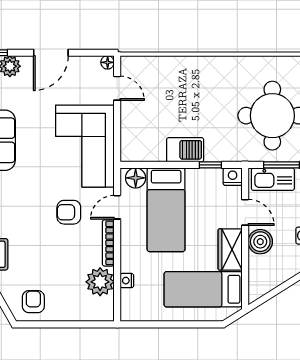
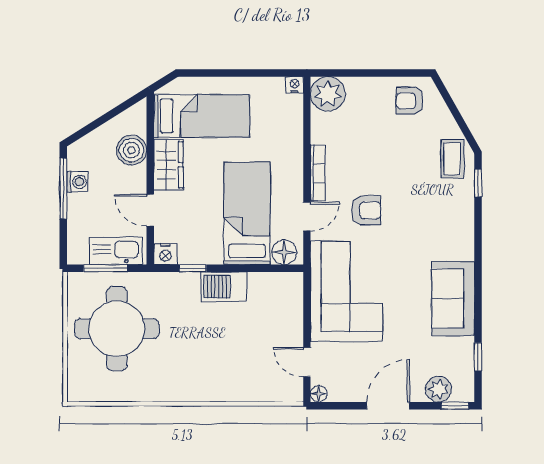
boiler: (260, 242) -> (132, 150), moved
nightstand: (127, 281) -> (294, 85), moved, turned -90
plant: (100, 282) -> (328, 94), moved
armchair: (33, 302) -> (410, 101), turned 90

